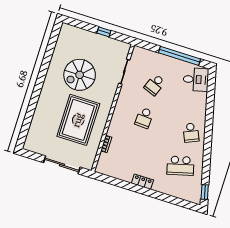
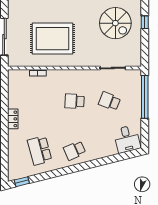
window: (104, 32) -> (145, 22), moved
window: (180, 56) -> (145, 97), moved
spiral stairs: (80, 75) -> (115, 23), moved, turned 180

